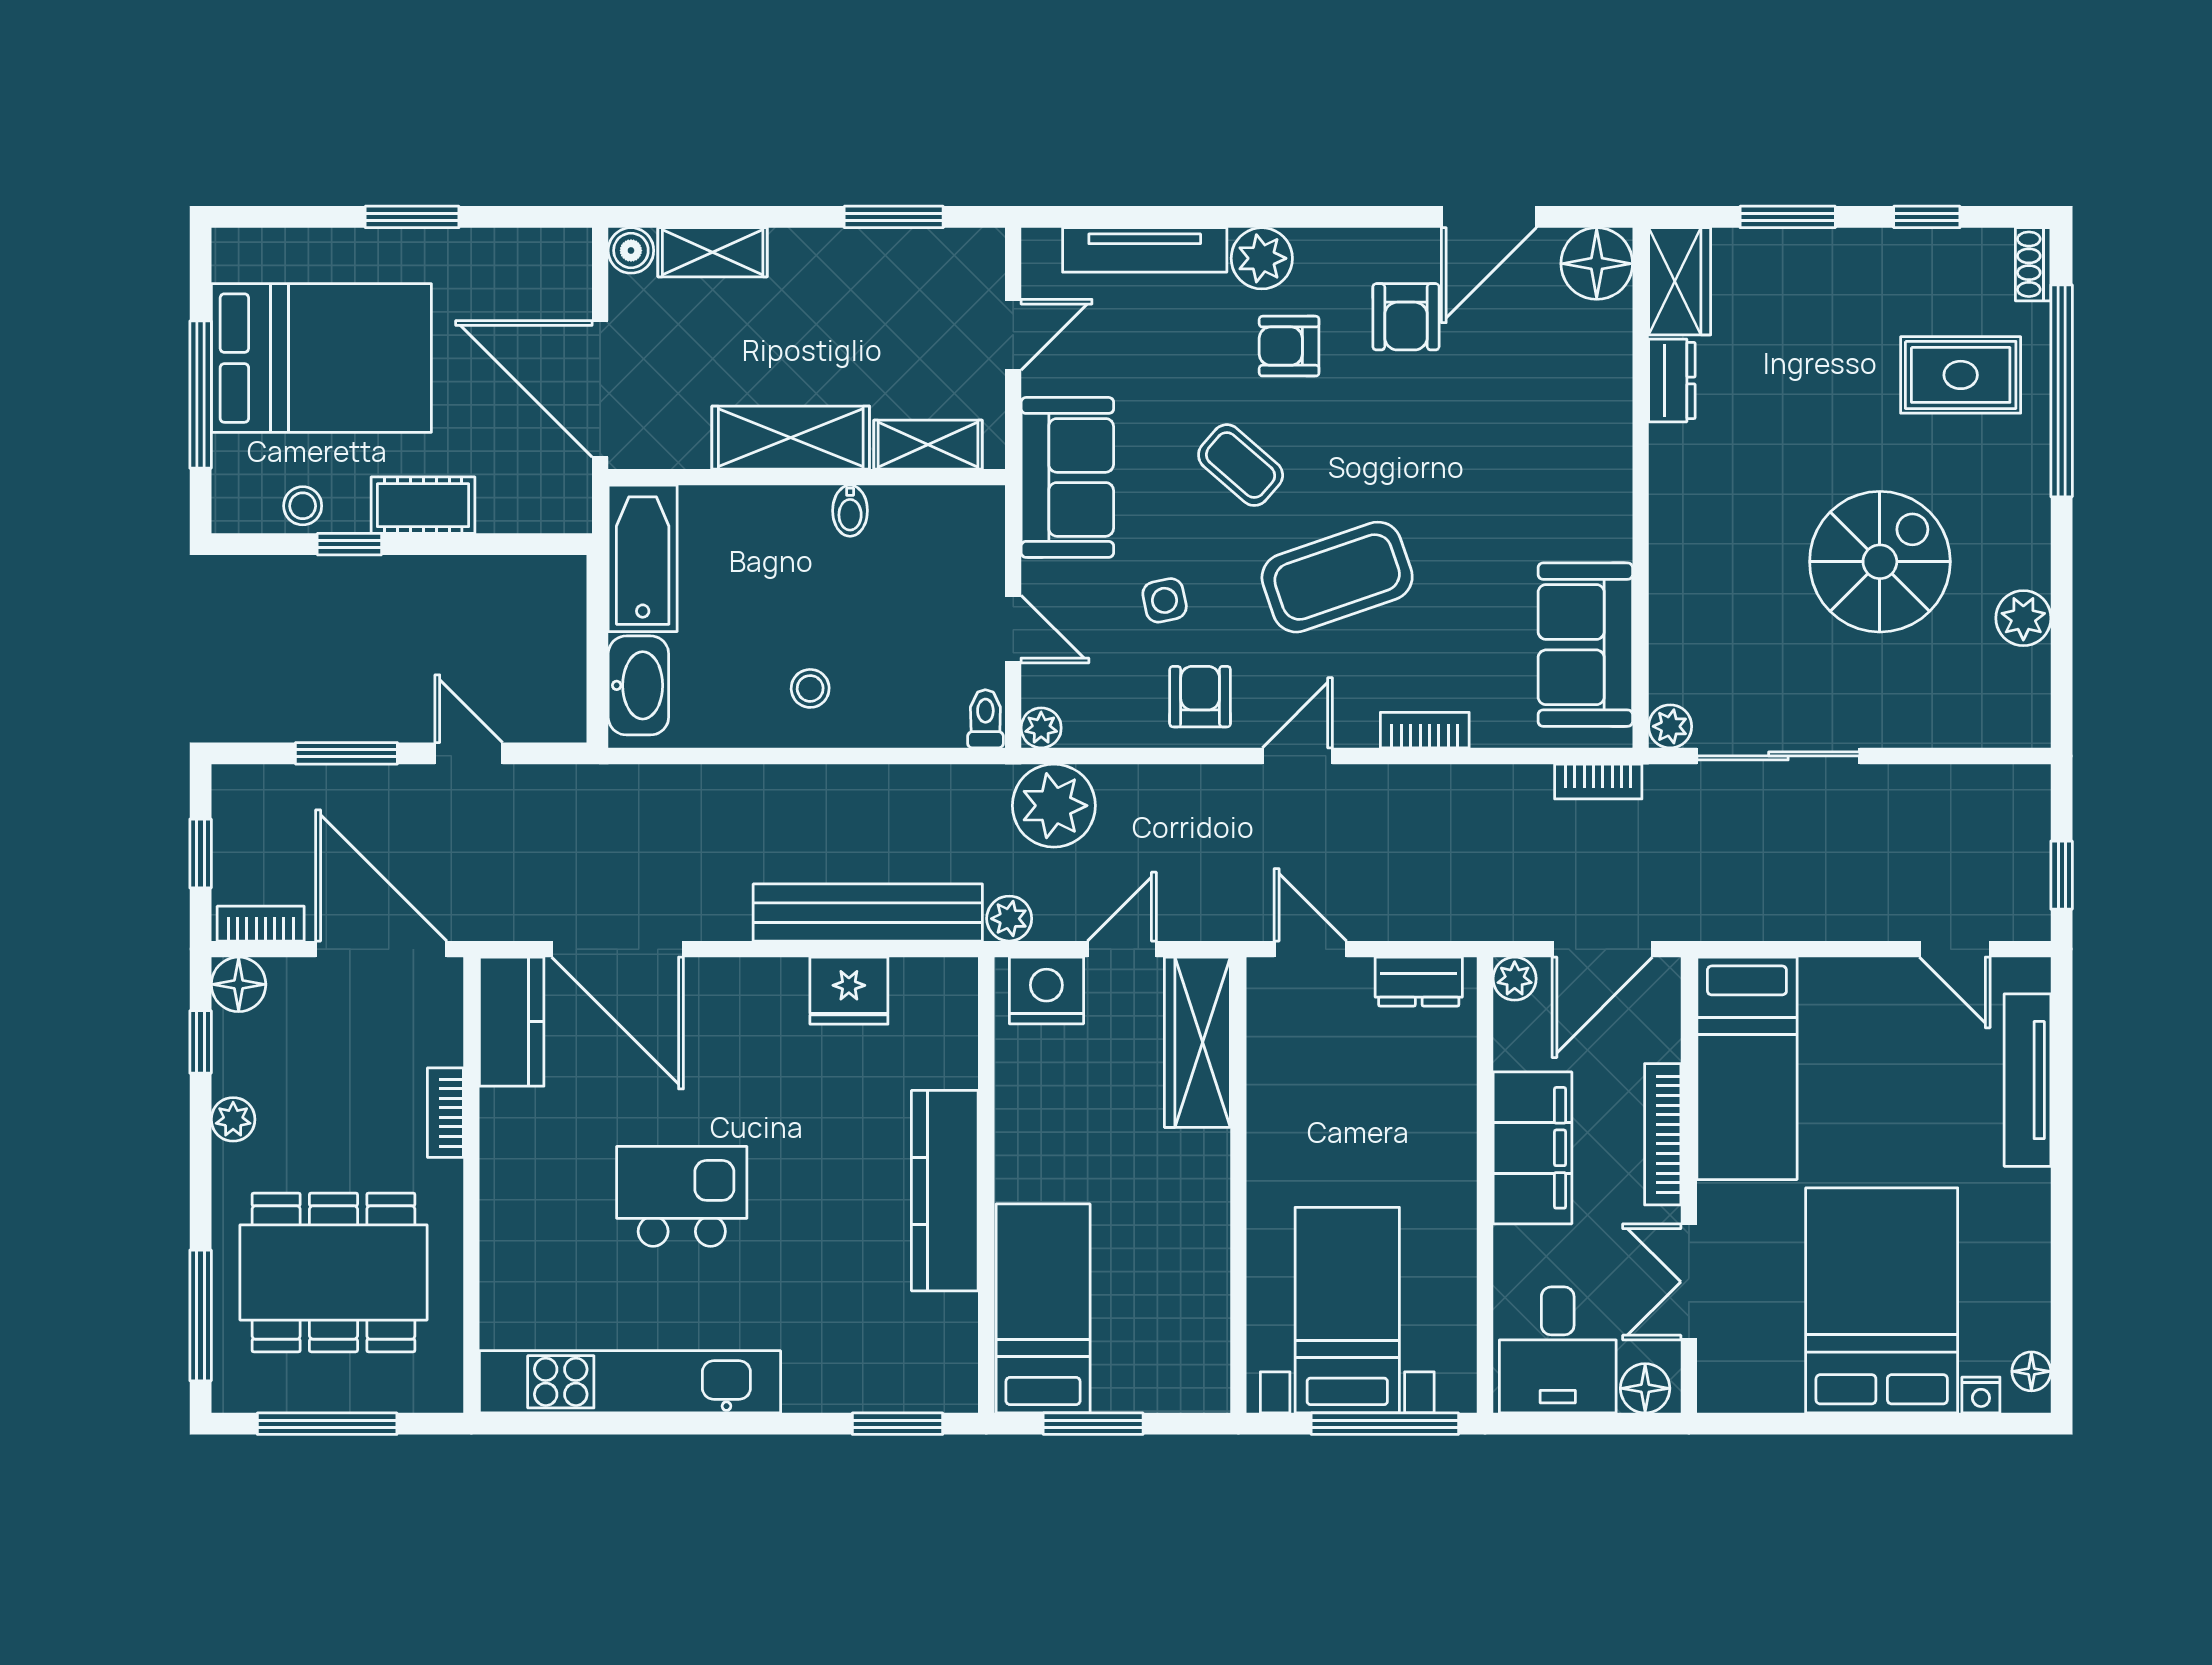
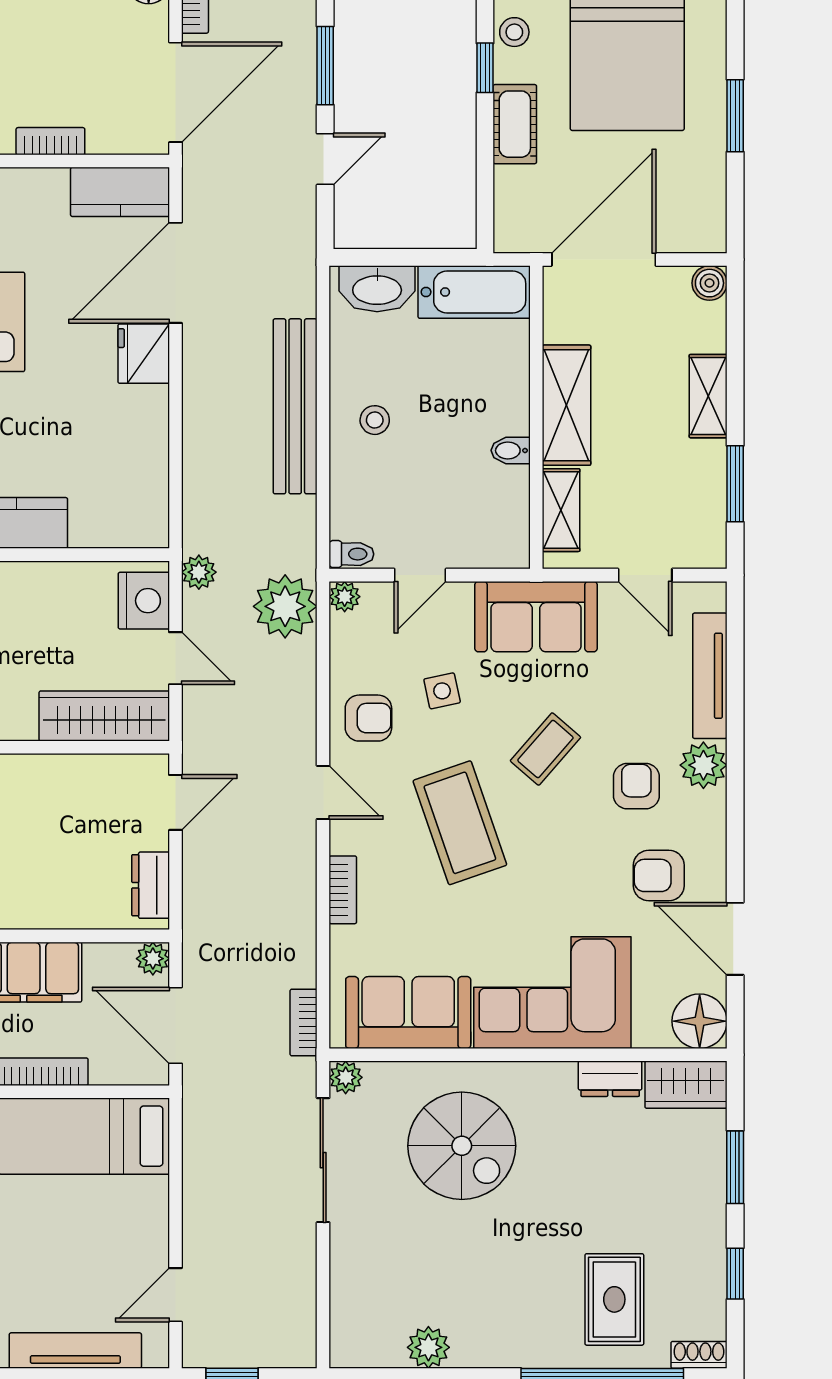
shelving: (713, 252) -> (708, 396), moved
corner sofa: (1559, 456) -> (552, 993), added
spiral stairs: (1880, 562) -> (462, 1146), moved
bench: (868, 912) -> (295, 406), moved
fridge: (849, 991) -> (144, 354), moved

